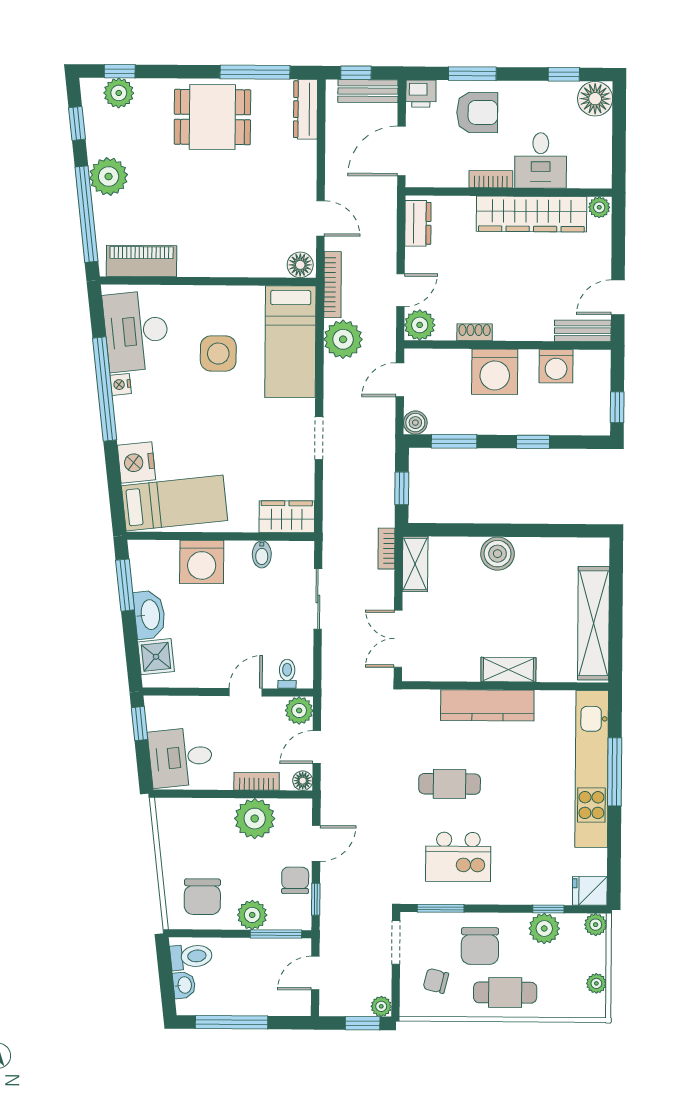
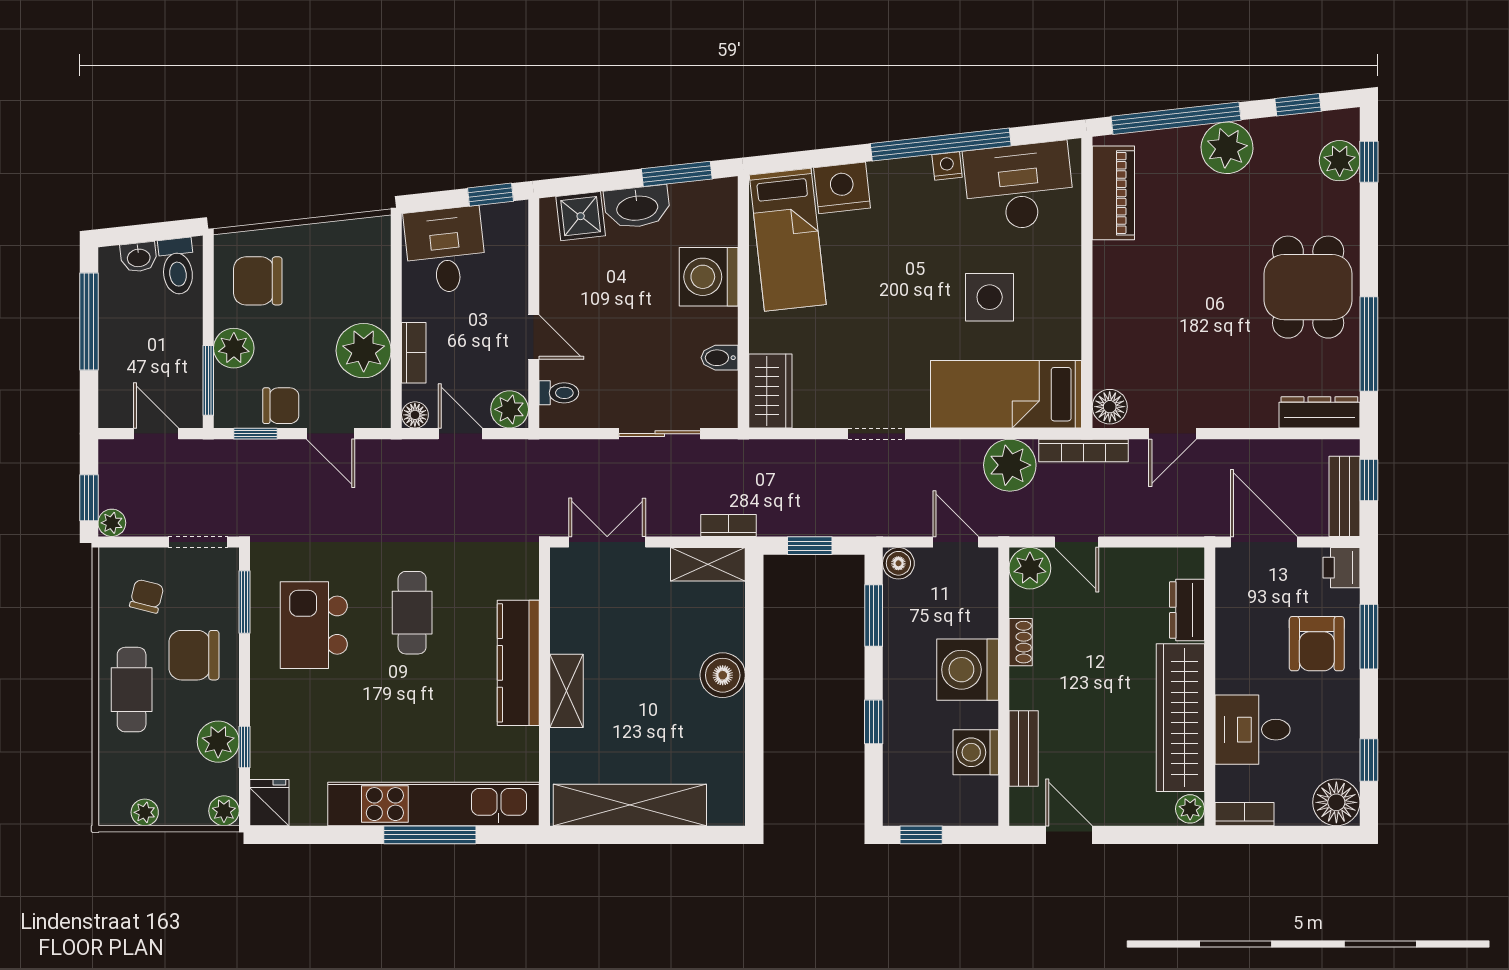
bookcase: (491, 179) -> (1245, 814), moved, turned -90
dresser: (418, 223) -> (1187, 610), moved, turned 90
bench: (583, 331) -> (1024, 748), moved

